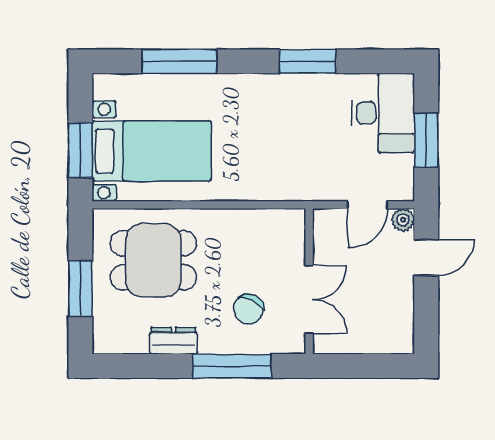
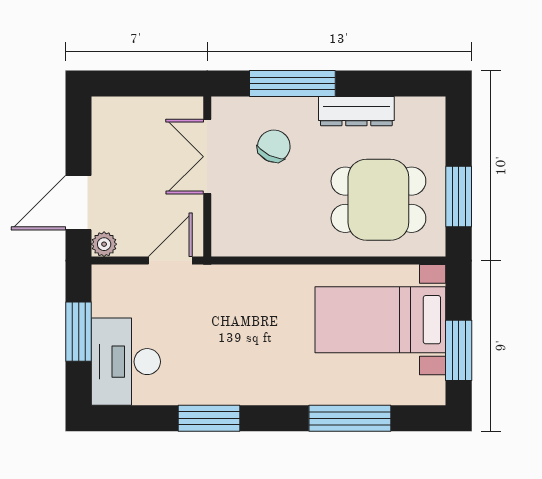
window: (80, 150) -> (459, 350), moved
door: (368, 205) -> (170, 261), moved
door: (426, 258) -> (79, 203), width x1.38
window: (80, 288) -> (459, 196), moved
dresser: (173, 341) -> (356, 111), width x1.44

